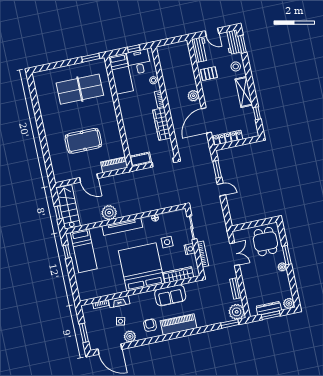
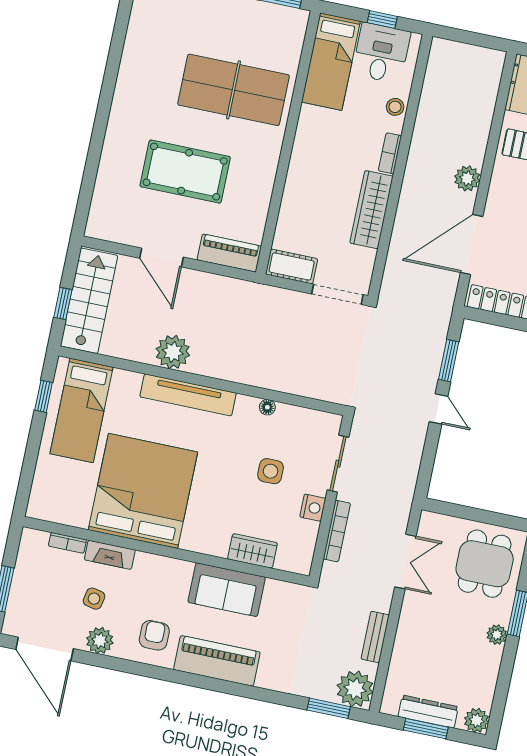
table tennis table: (80, 89) -> (234, 90), moved
bed: (141, 267) -> (143, 491), moved
wardrobe: (178, 275) -> (252, 551), width x0.67

